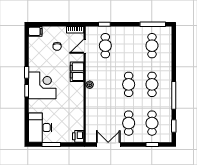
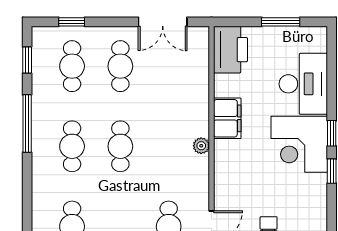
filing cabinet: (77, 72) -> (227, 118), moved
desk: (40, 128) -> (303, 84), moved
printer: (78, 136) -> (231, 50), width x1.87, depth x1.48

